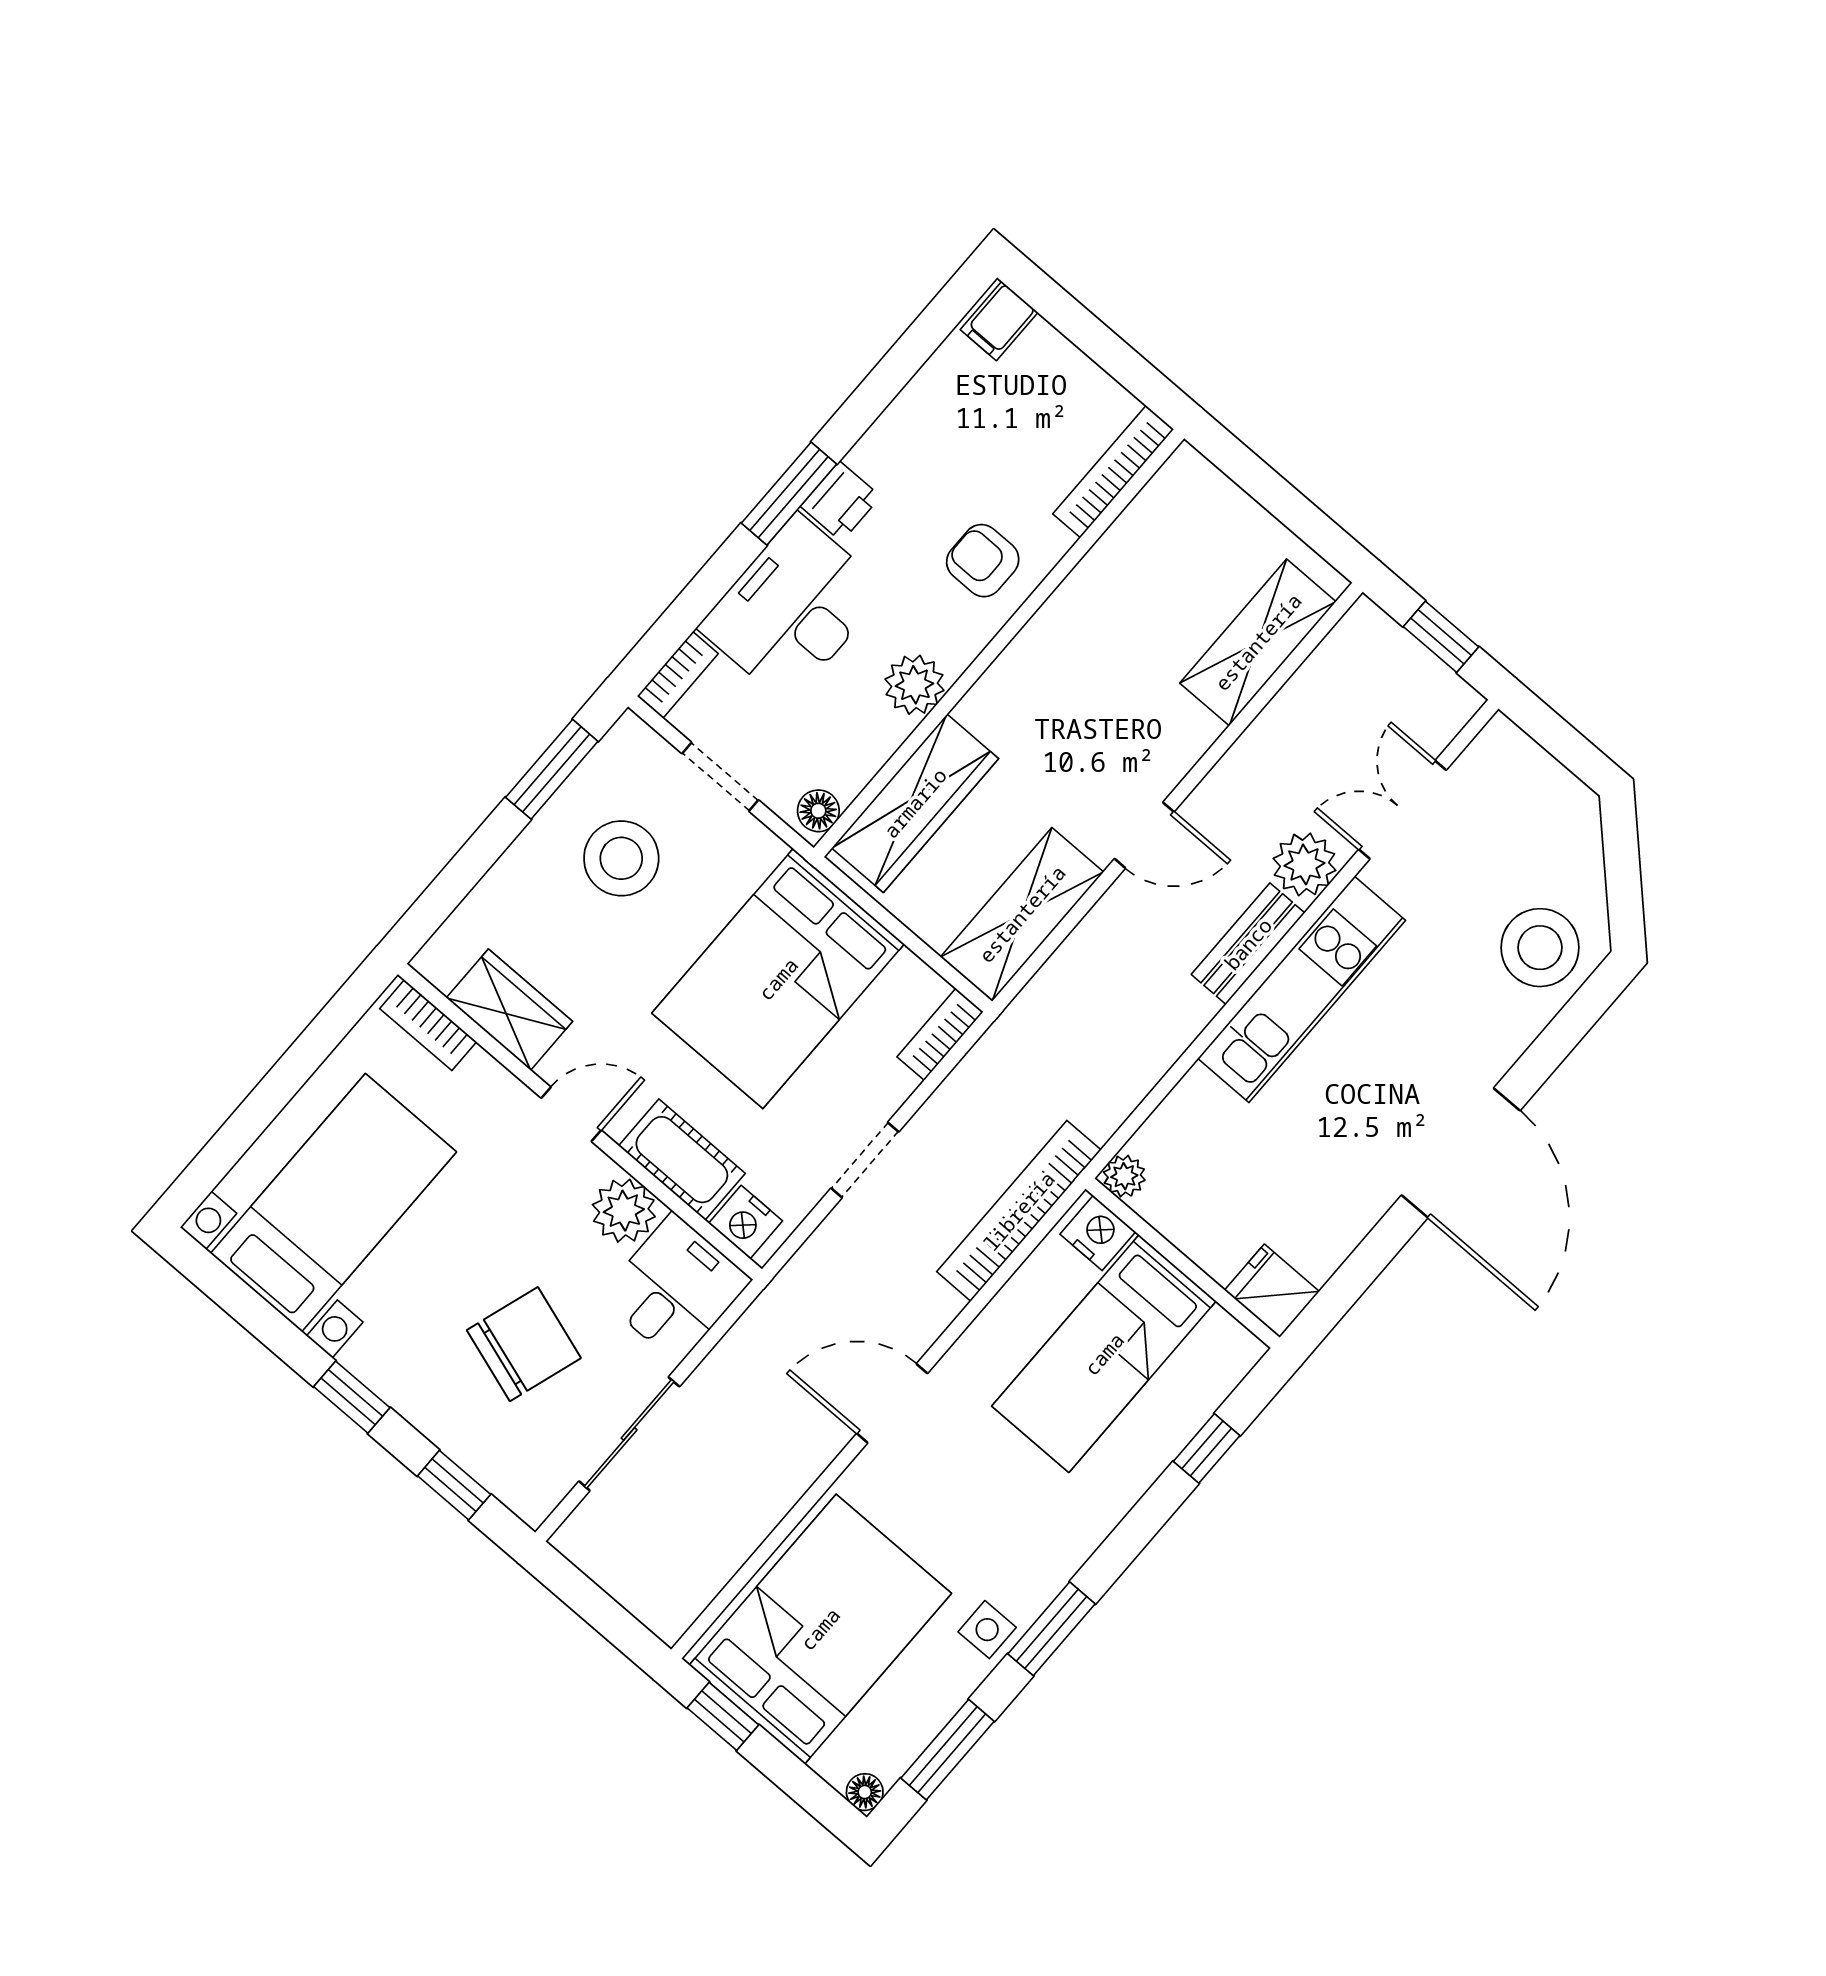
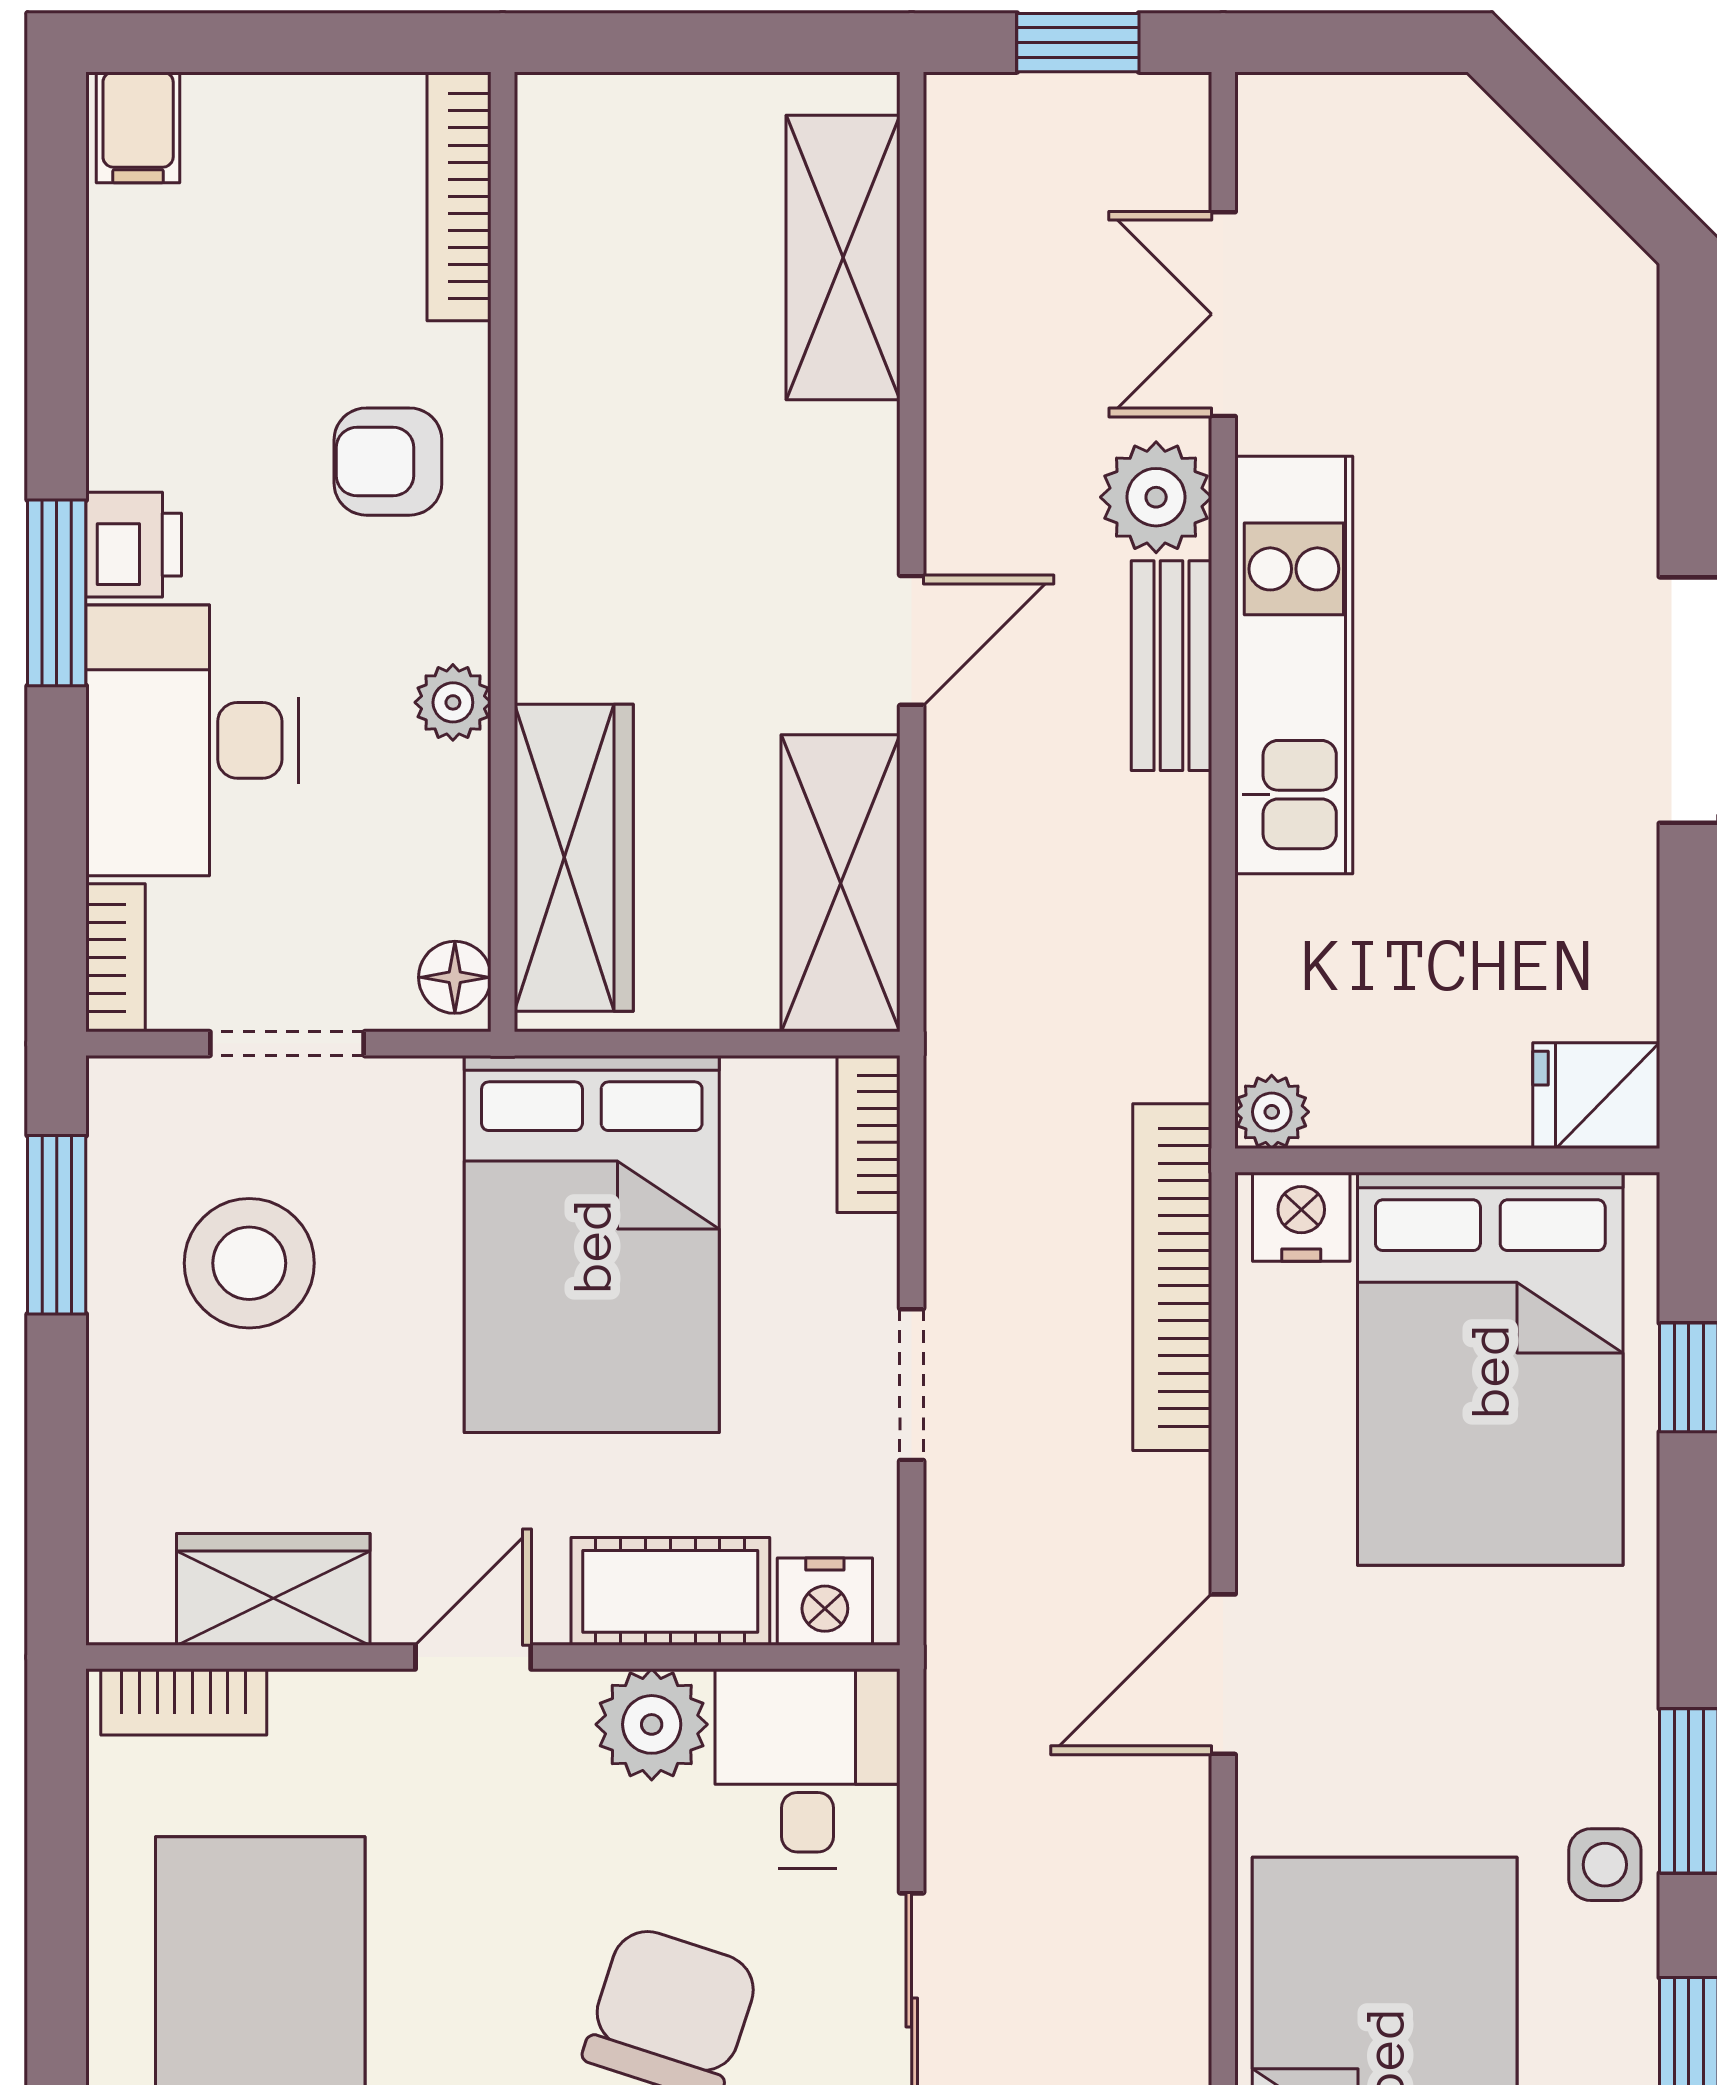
plant: (914, 685) -> (453, 702), width x0.73, depth x0.73
stool: (1540, 948) -> (1560, 340), removed
bed: (1104, 1354) -> (1490, 1369), width x1.50

